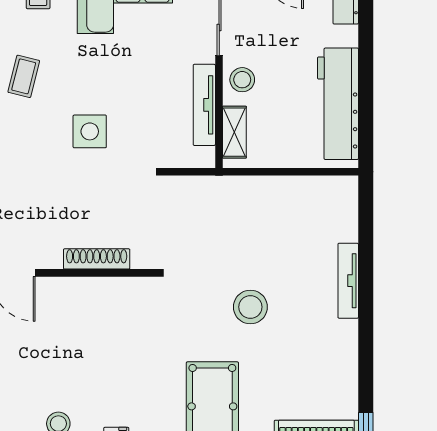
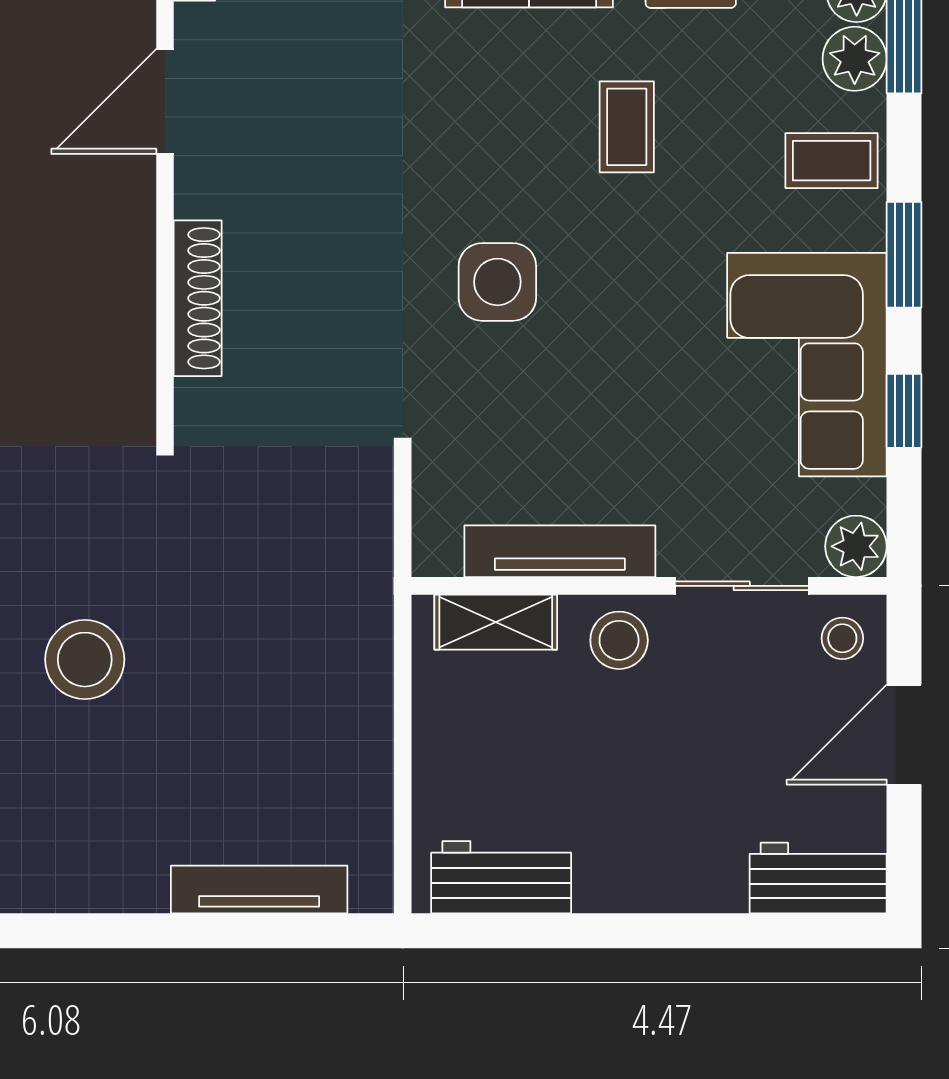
coffee table: (24, 76) -> (627, 127), turned 76
workbench: (338, 104) -> (501, 877), width x0.53, depth x0.76
tv unit: (348, 281) -> (259, 889), moved

